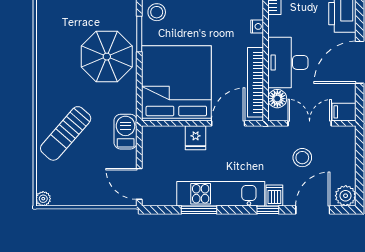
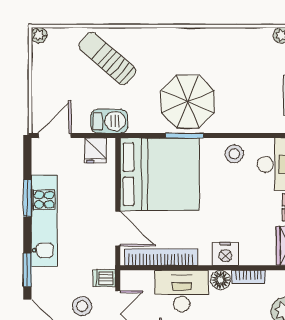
nightstand: (257, 26) -> (225, 254), width x1.89, depth x1.79
window: (139, 34) -> (185, 136), moved
floor lamp: (277, 99) -> (220, 280), moved
fridge: (196, 138) -> (96, 150), moved, turned -90
dishwasher: (274, 196) -> (104, 278), moved, turned 180
window: (268, 210) -> (27, 270), width x1.50

